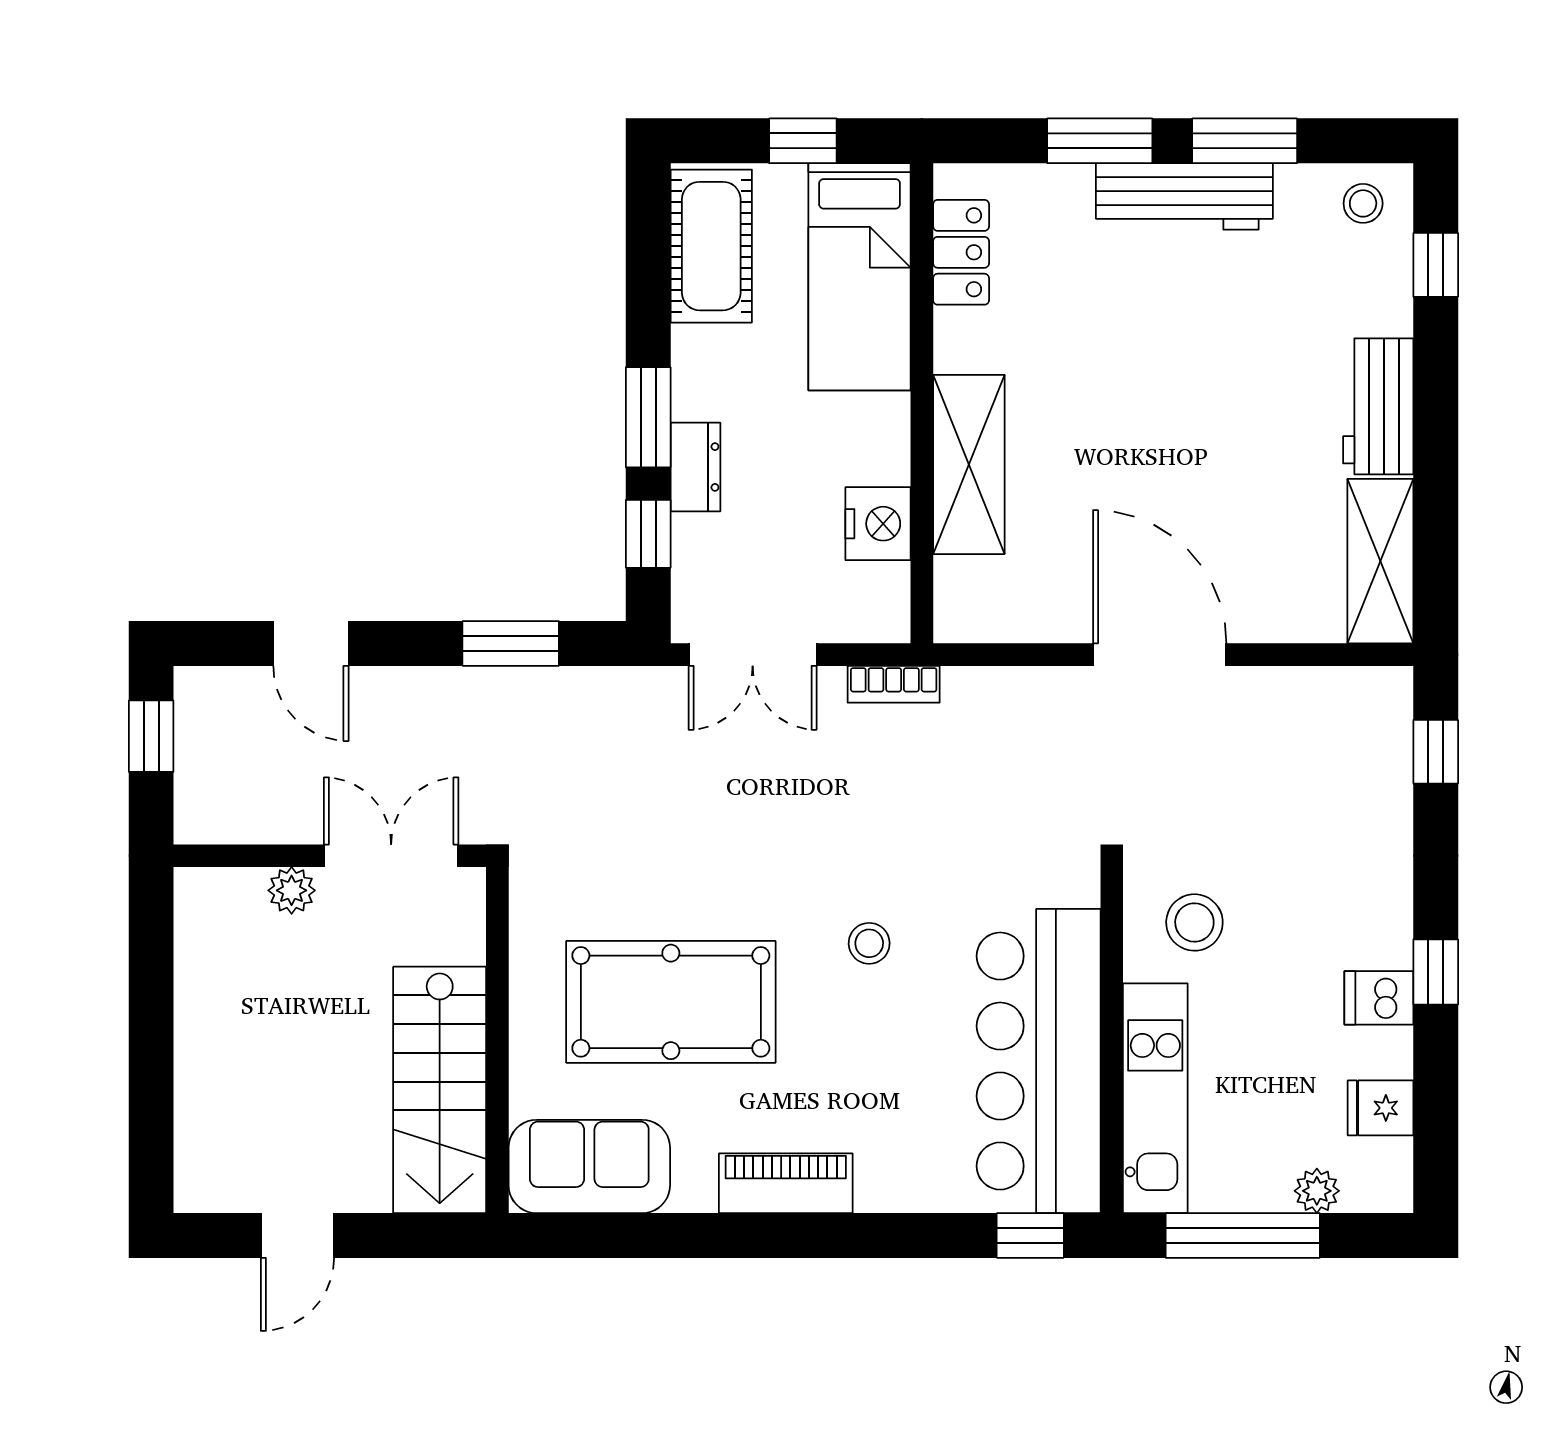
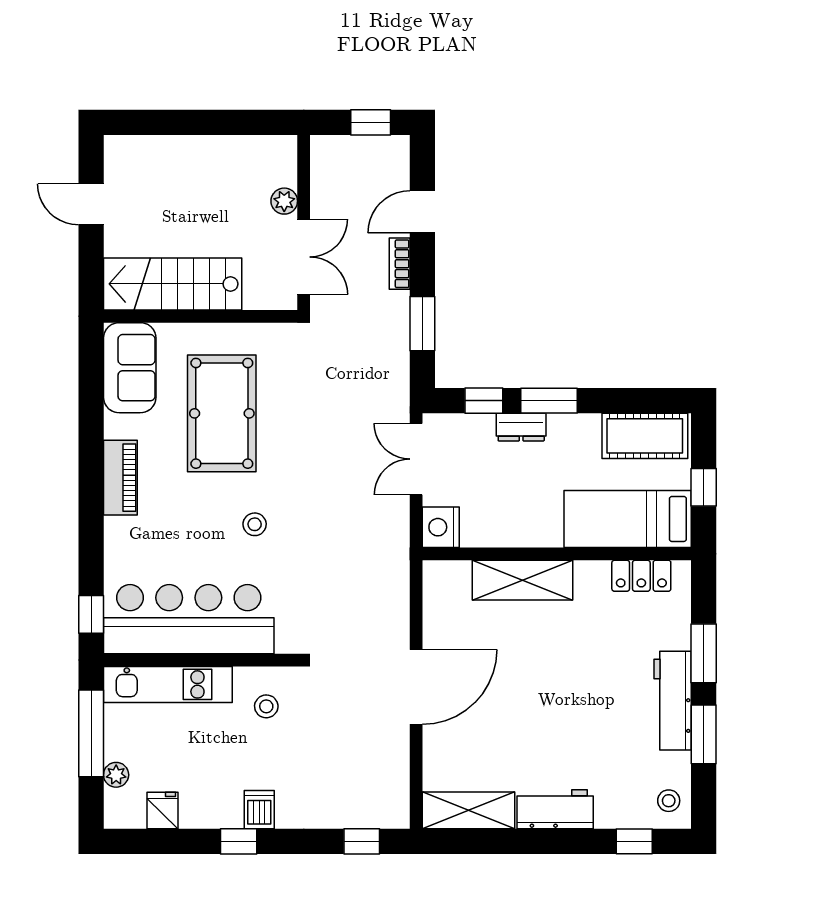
nightstand: (878, 524) -> (441, 527), moved, turned 90
bookcase: (894, 684) -> (400, 264), moved
stool: (1194, 922) -> (266, 706), width x0.73, depth x0.73
dishwasher: (1379, 998) -> (259, 810), moved

